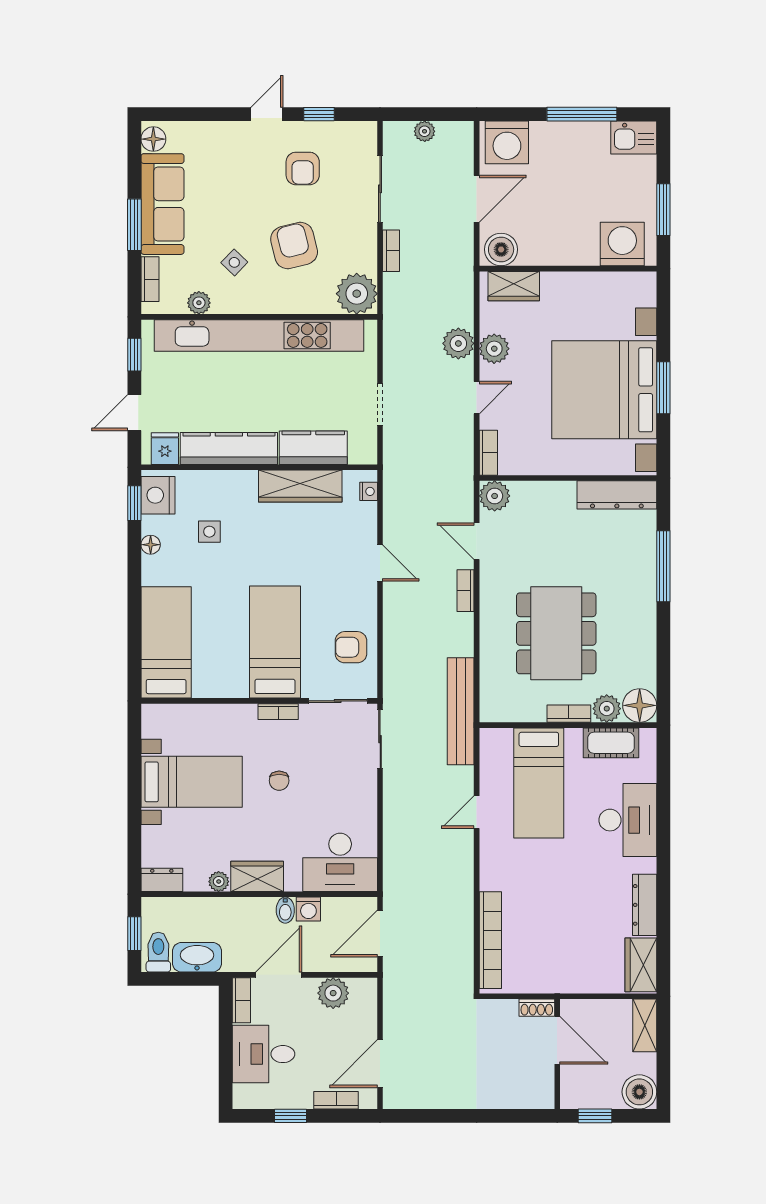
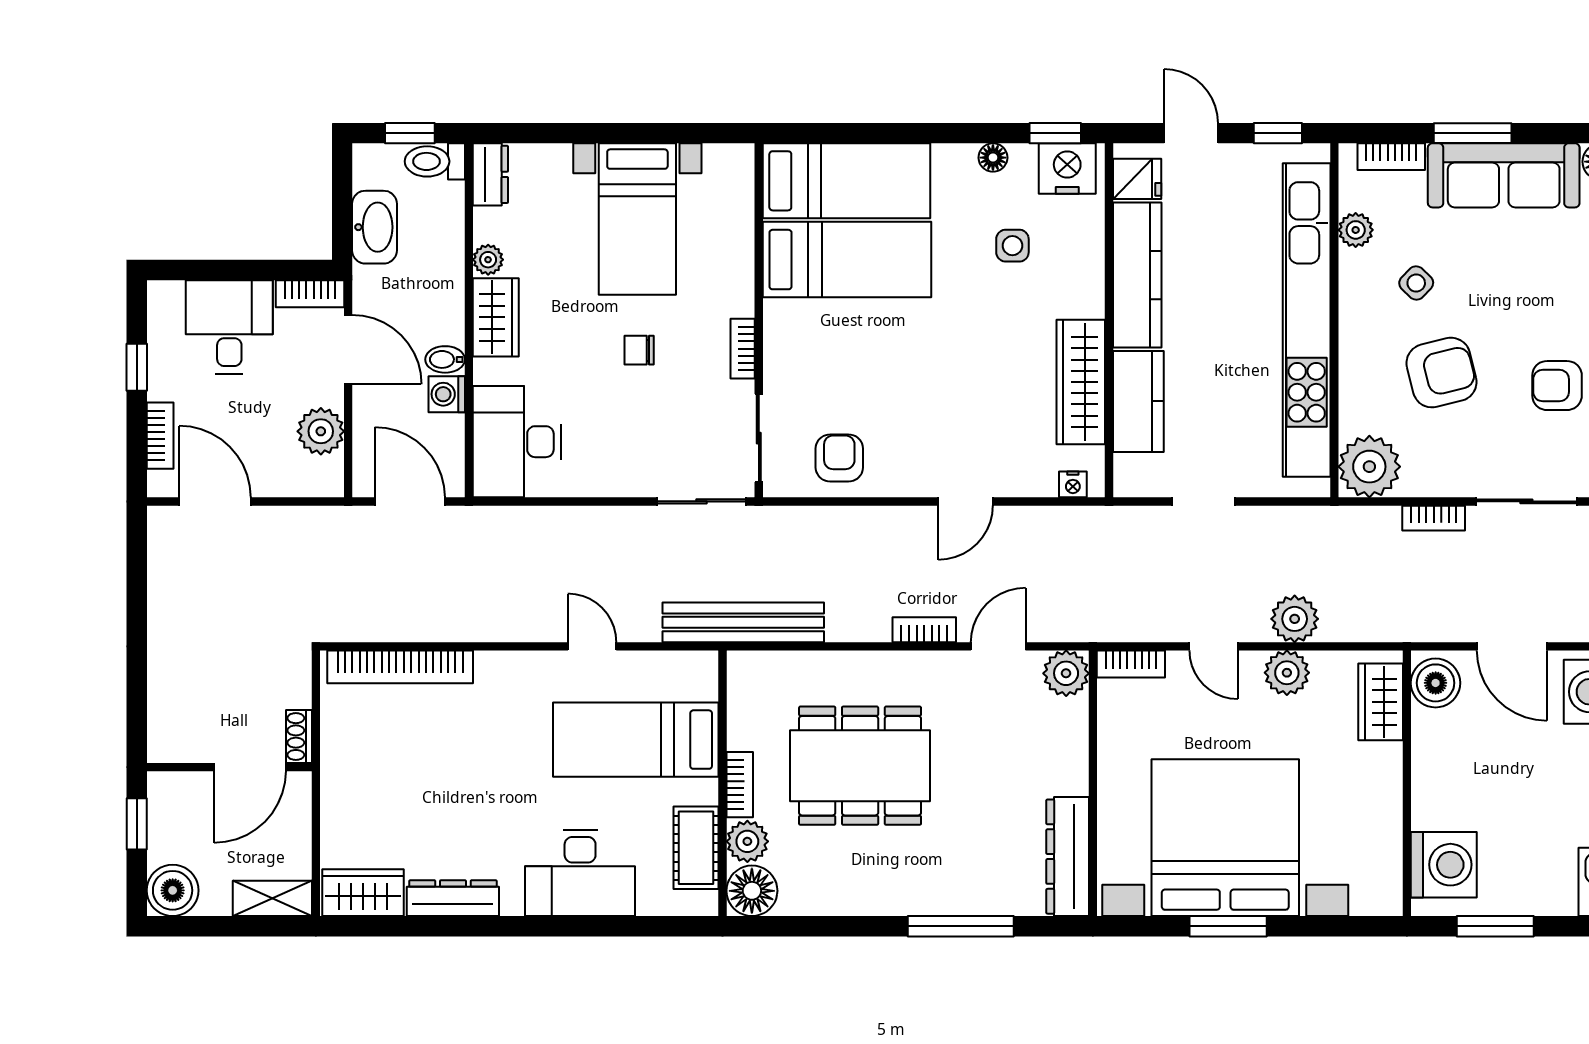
bed: (275, 642) -> (847, 260), moved
toilet: (158, 952) -> (435, 161), moved, turned 180

